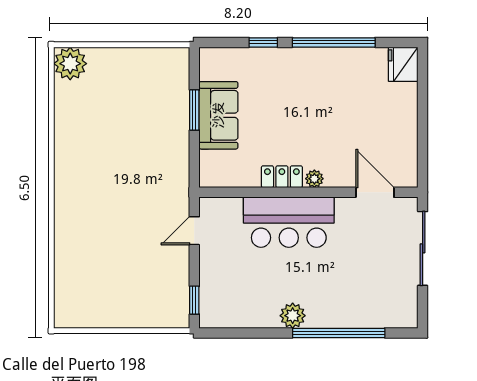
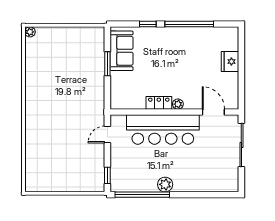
plant: (70, 64) -> (30, 32), width x0.53, depth x0.53
fridge: (403, 64) -> (230, 61), moved
sofa: (218, 115) -> (122, 51), moved
bar counter: (289, 222) -> (163, 130), width x1.36
window: (339, 333) -> (142, 195), moved

